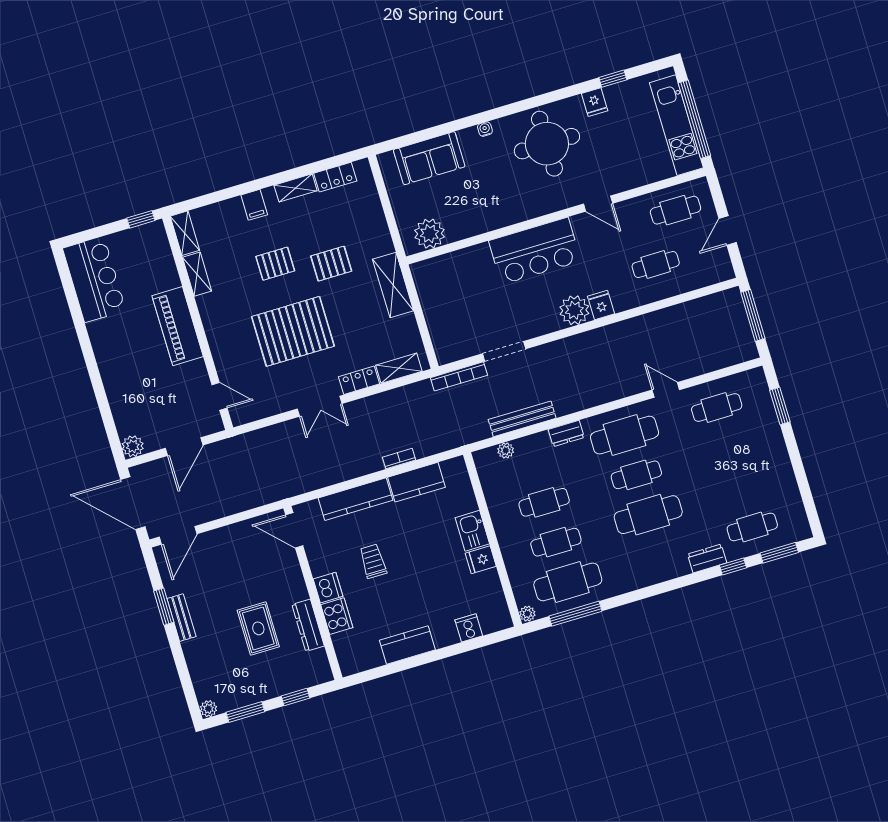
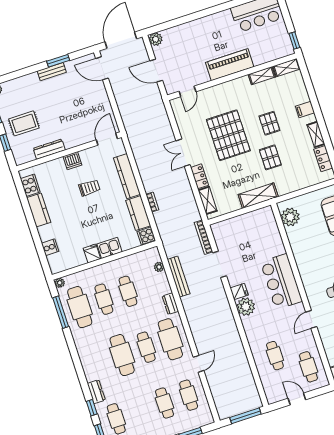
fridge: (601, 305) -> (239, 291), moved
cafe table: (729, 447) -> (164, 403), added
cooker: (454, 470) -> (146, 236), added
cooker: (337, 616) -> (30, 185), moved, turned -90
rug: (258, 628) -> (24, 123), moved

